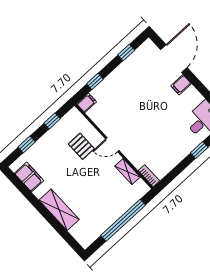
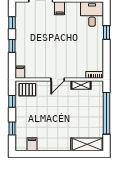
window: (95, 81) -> (12, 46), moved
pallet: (81, 146) -> (27, 90), moved
filing cabinet: (29, 177) -> (32, 144), width x0.50
shelving: (59, 210) -> (87, 144), moved

